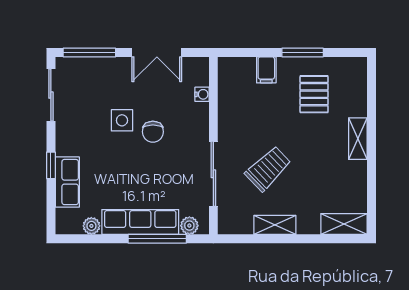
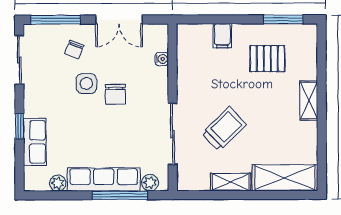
window: (303, 52) -> (283, 19), moved
chair: (109, 84) -> (74, 50), added
pallet: (314, 94) -> (267, 59), turned 90
shelving: (344, 224) -> (285, 178), width x1.50, depth x1.33

